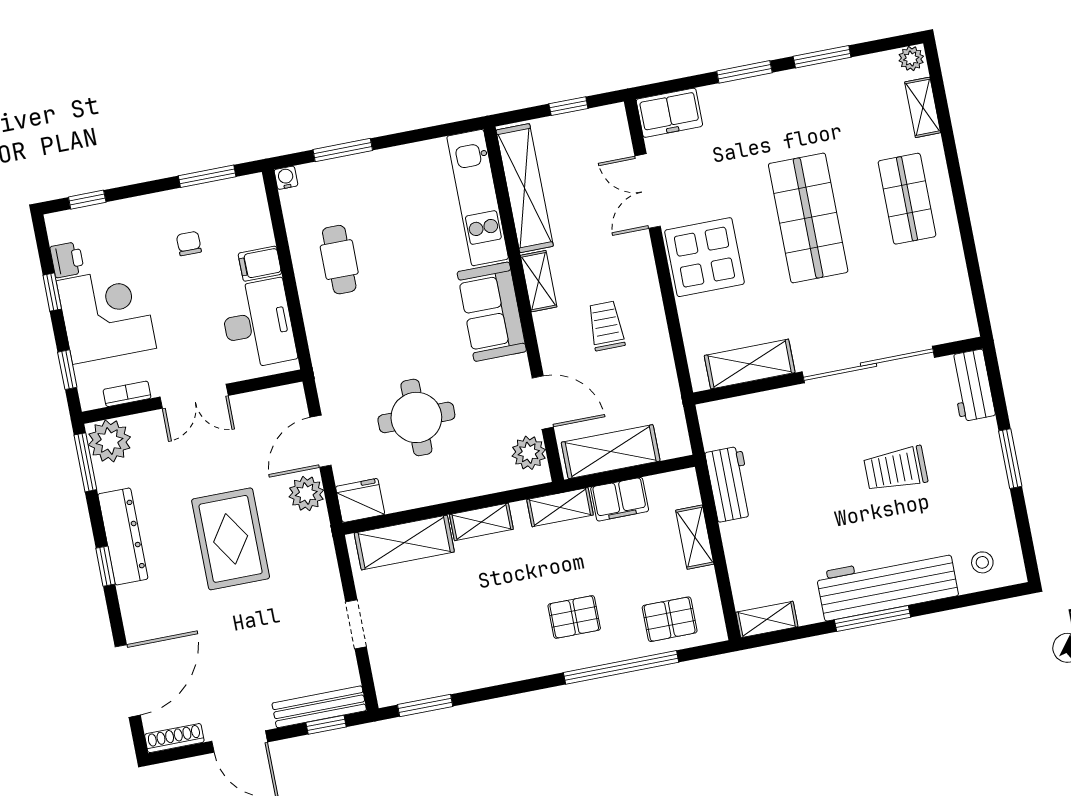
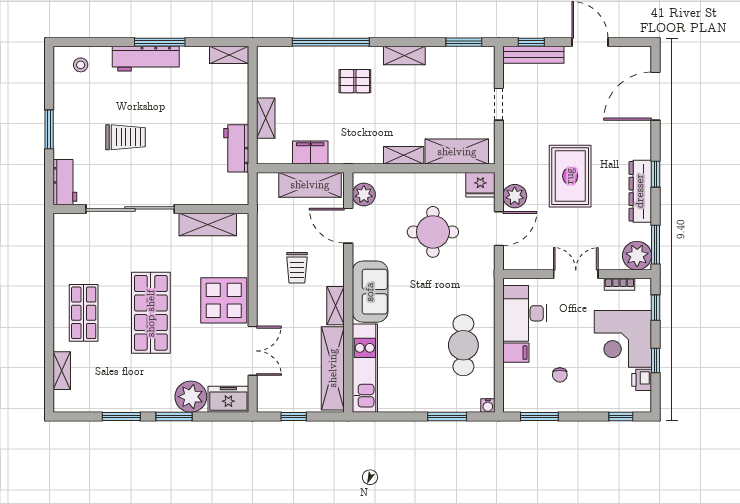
plant: (911, 59) -> (191, 397), moved, width x1.88, depth x1.88
cafe table: (339, 260) -> (463, 345), width x1.37, depth x1.35
shelving: (560, 507) -> (404, 56), moved
workbench: (887, 584) -> (146, 59), width x0.73, depth x0.76
pallet: (670, 619) -> (293, 68), removed
shoe rack: (174, 738) -> (632, 53), removed

